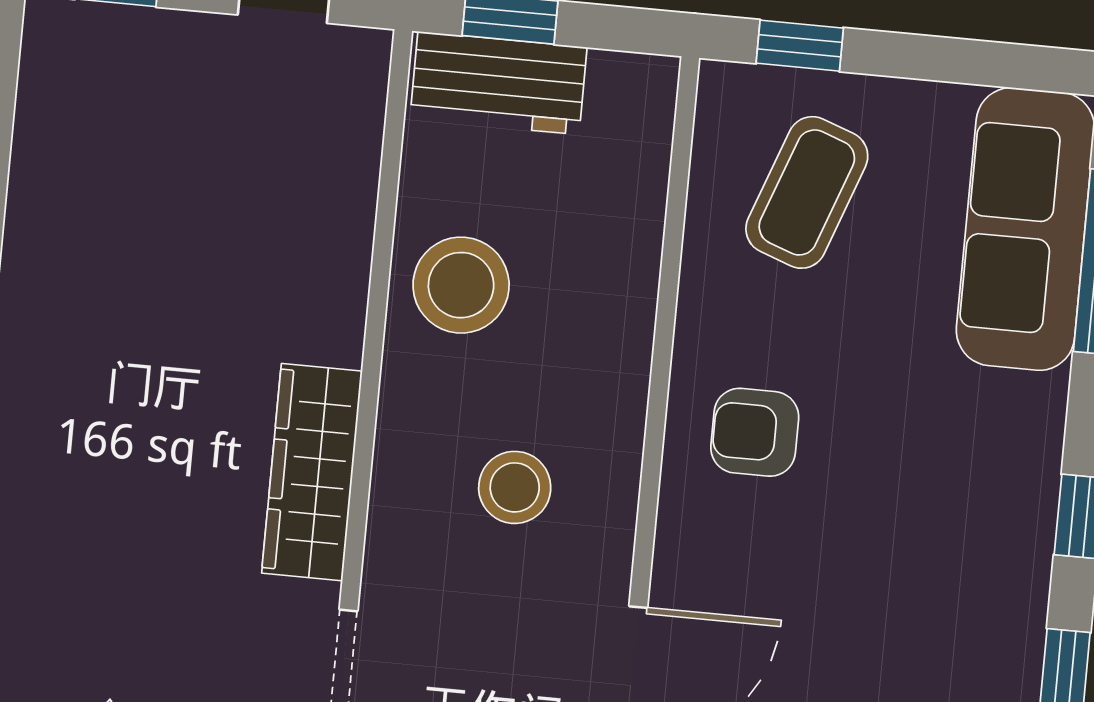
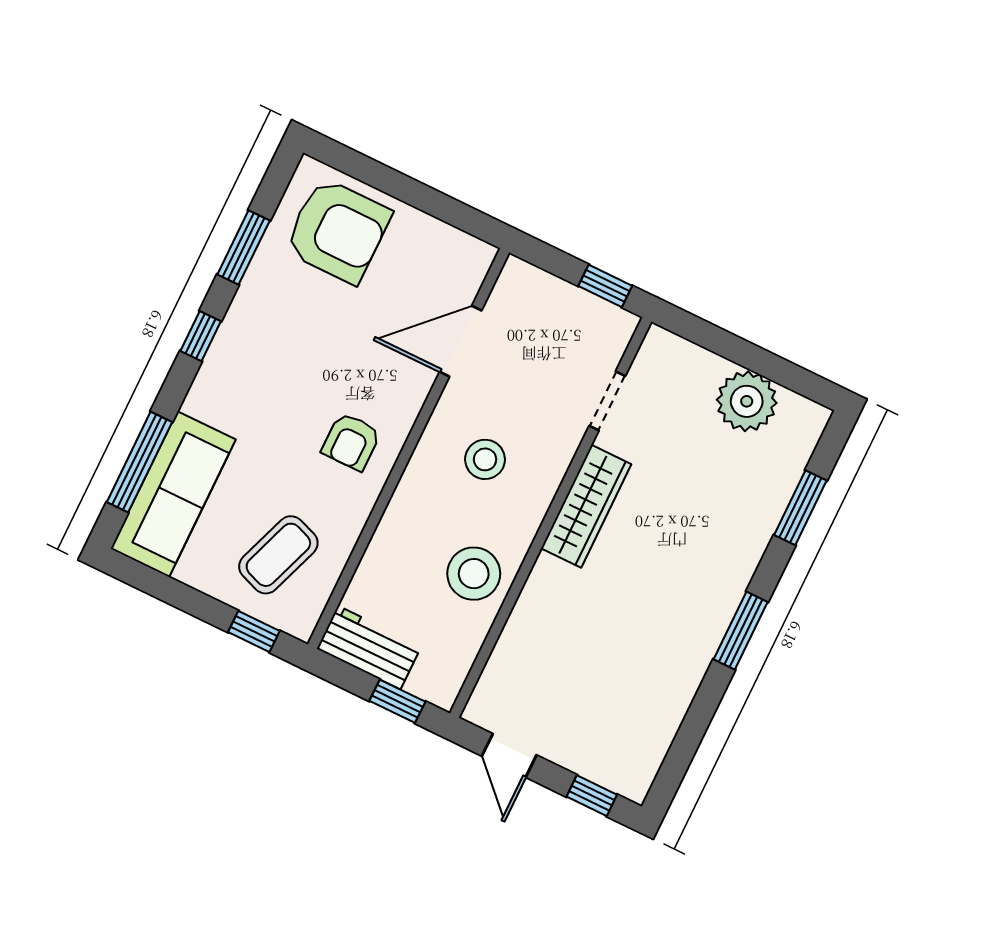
workbench: (498, 83) -> (369, 648), moved
armchair: (755, 432) -> (351, 442), turned 90

